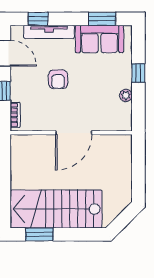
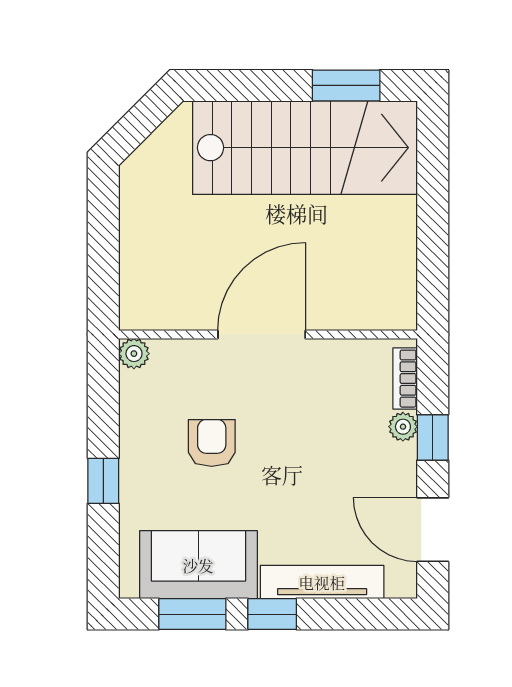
window: (38, 19) -> (272, 614), moved
armchair: (58, 79) -> (212, 443), moved
plant: (16, 95) -> (403, 427), added
plant: (126, 95) -> (134, 354), moved

